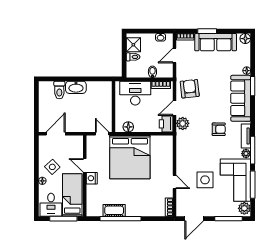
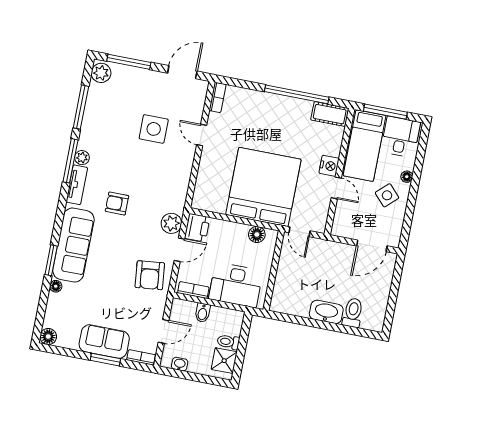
sofa: (216, 42) -> (104, 342), width x0.73
corner sofa: (235, 180) -> (106, 119), removed
cot: (114, 210) -> (330, 114), moved

